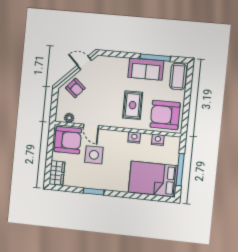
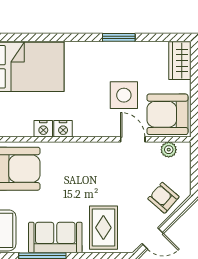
rug: (133, 105) -> (103, 228), moved
nightstand: (158, 140) -> (43, 129), moved

